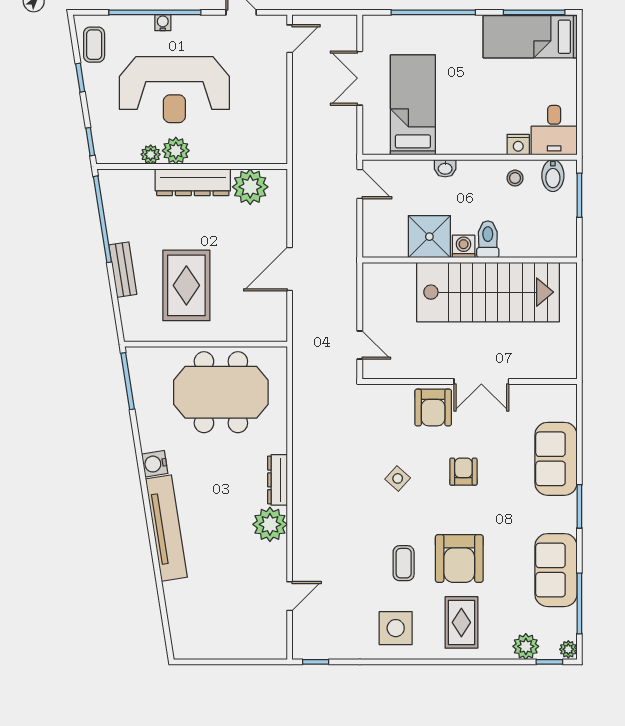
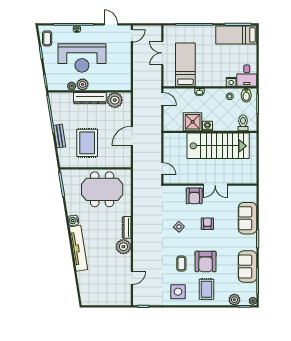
toilet: (488, 239) -> (243, 123), moved

